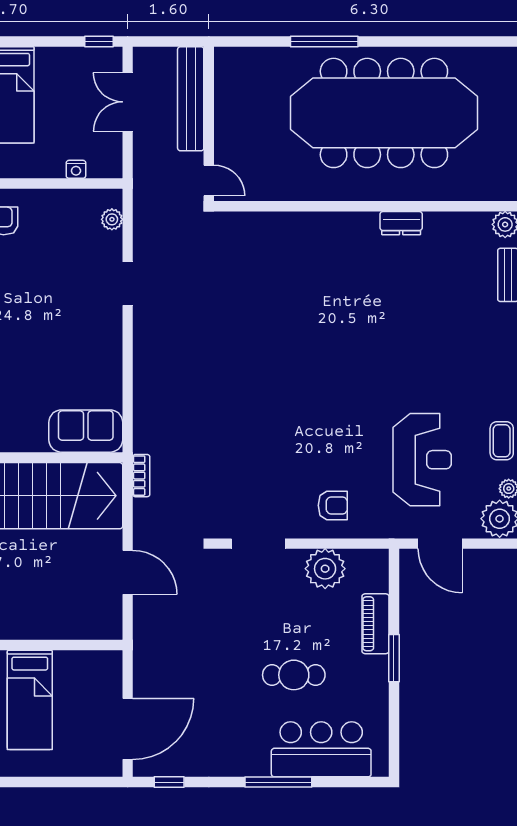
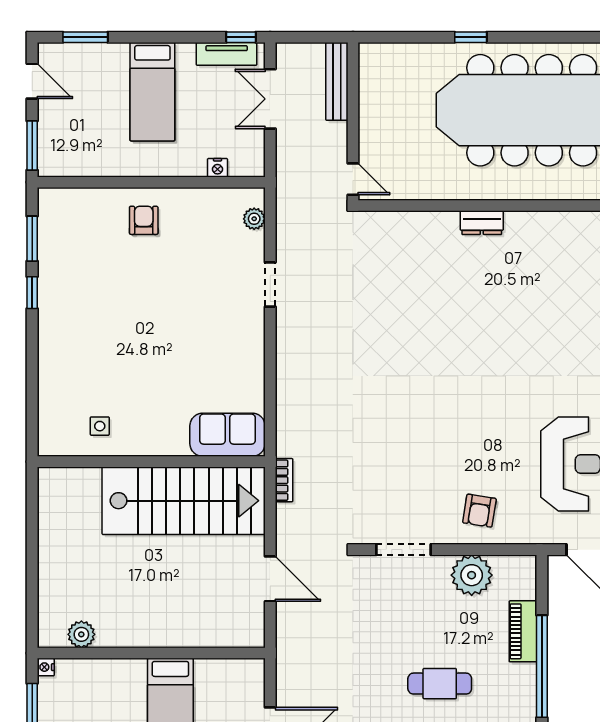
window: (324, 41) -> (471, 37), width x0.46
tv unit: (85, 58) -> (227, 54), added
bench: (191, 99) -> (337, 81), width x0.73, depth x0.82
dresser: (401, 223) -> (482, 223), moved
armchair: (333, 505) -> (479, 511), turned 99
window: (394, 658) -> (542, 666), width x2.11

